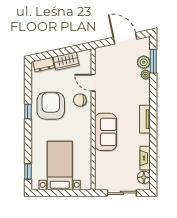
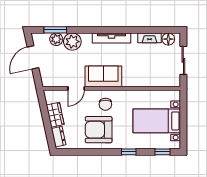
plant: (145, 75) -> (72, 42), width x1.87, depth x1.87
chair: (80, 100) -> (105, 104), moved
window: (28, 111) -> (129, 152), moved
tv unit: (145, 119) -> (112, 38), width x1.41
sofa: (105, 132) -> (103, 76), moved

